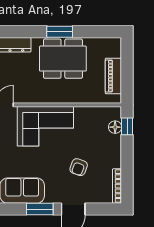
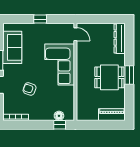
dining table: (63, 59) -> (109, 77), width x0.73
piano: (113, 76) -> (112, 115), moved

